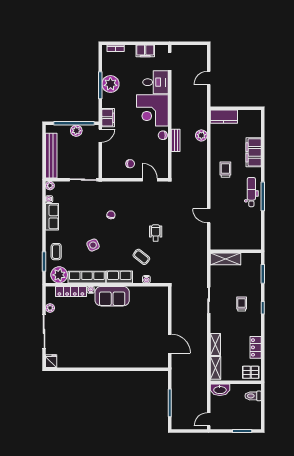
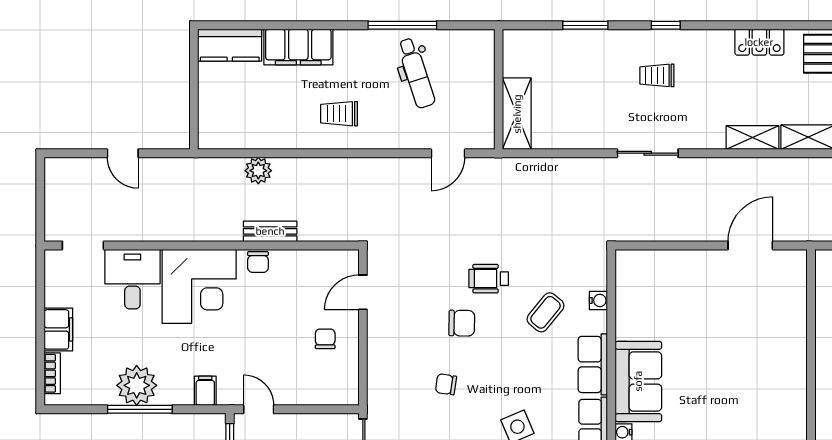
filing cabinet: (145, 51) -> (58, 329), moved
kitchen counter: (224, 117) -> (230, 45), moved, turned 90
filing cabinet: (108, 118) -> (205, 391), width x0.50
dental chair: (251, 192) -> (416, 73), moved, turned -108
chair: (137, 221) -> (462, 323), added
wall: (236, 251) -> (499, 89), moved
shelving: (225, 259) -> (517, 114), moved

